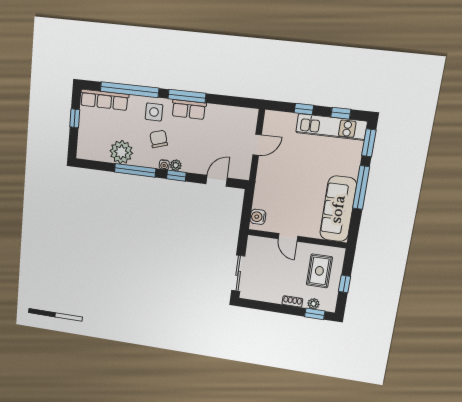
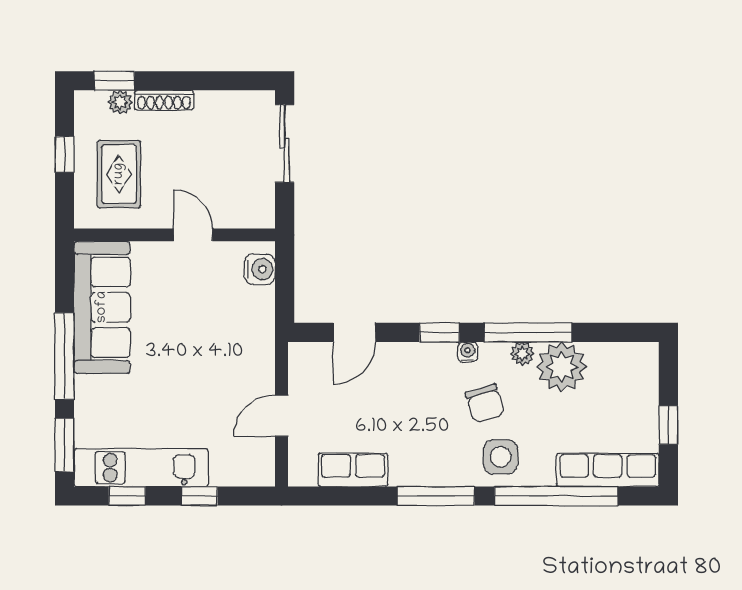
row of seats: (189, 109) -> (353, 470), moved
plant: (176, 165) -> (522, 354), moved
shoe rack: (292, 301) -> (164, 100), width x1.43

